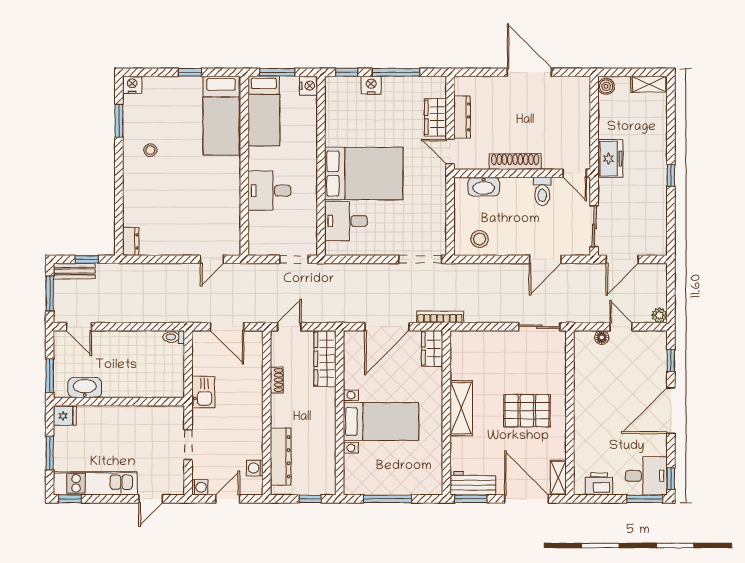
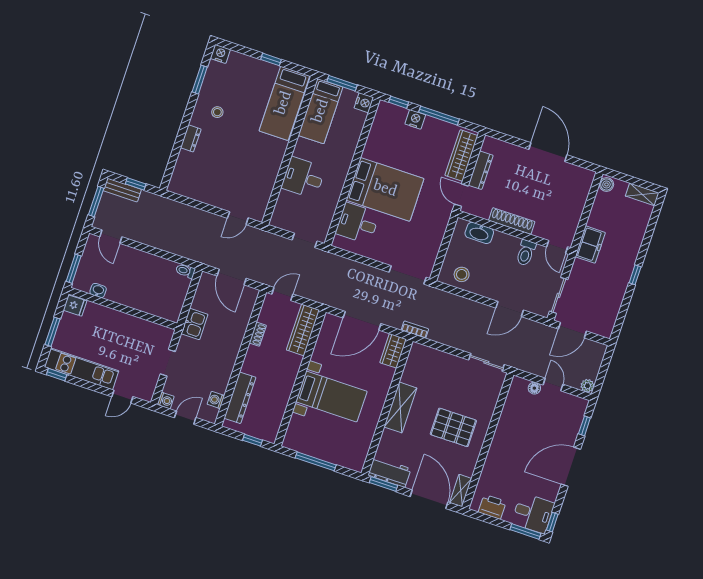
wardrobe: (435, 117) -> (461, 155), width x1.50
dresser: (131, 241) -> (191, 138), moved
bookcase: (440, 317) -> (415, 330), width x0.64
washbasin: (85, 388) -> (98, 290), width x0.52, depth x0.69

